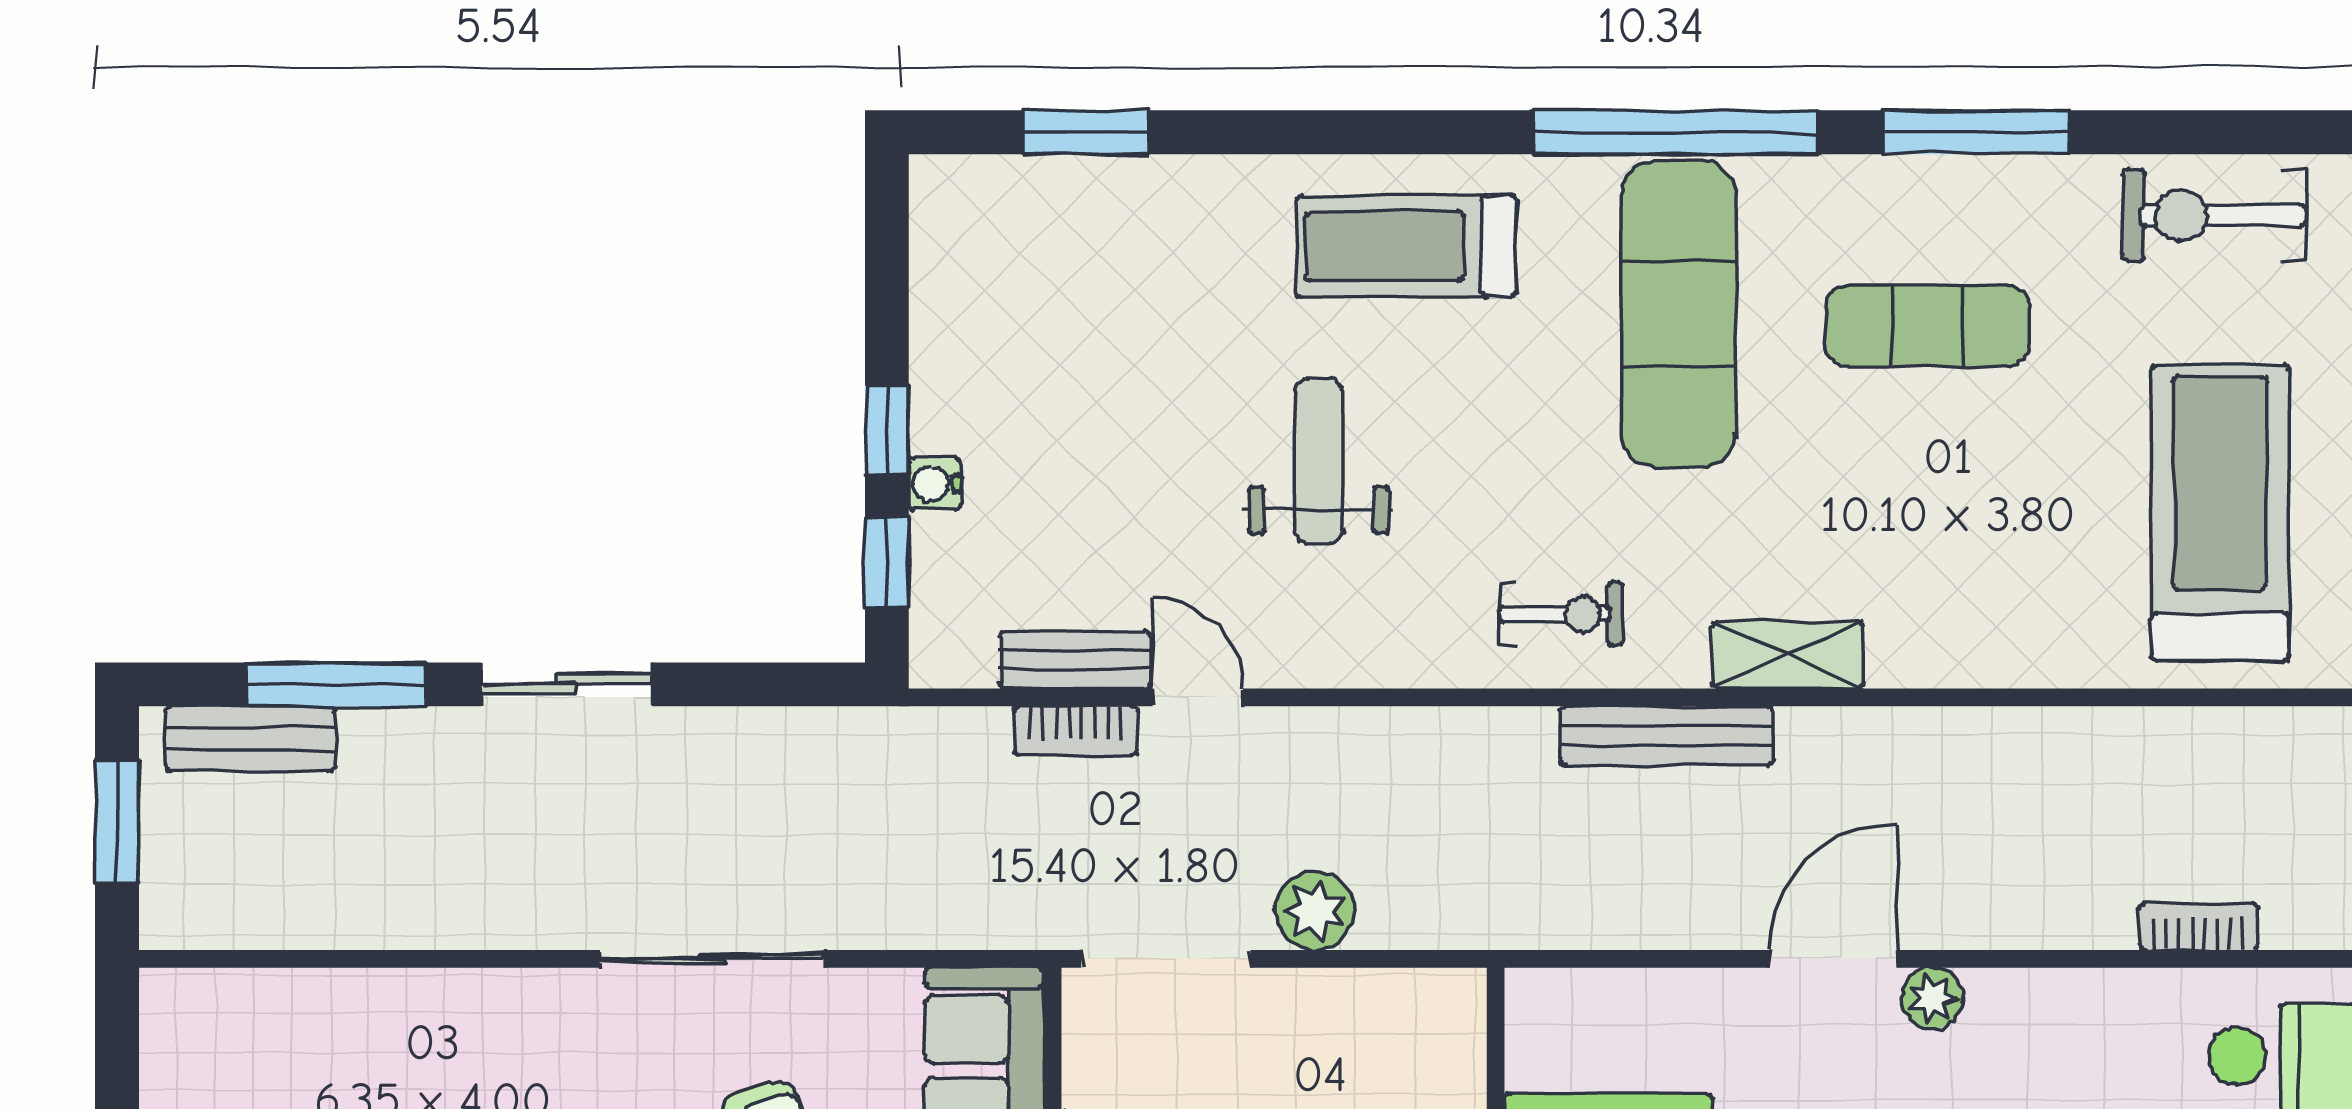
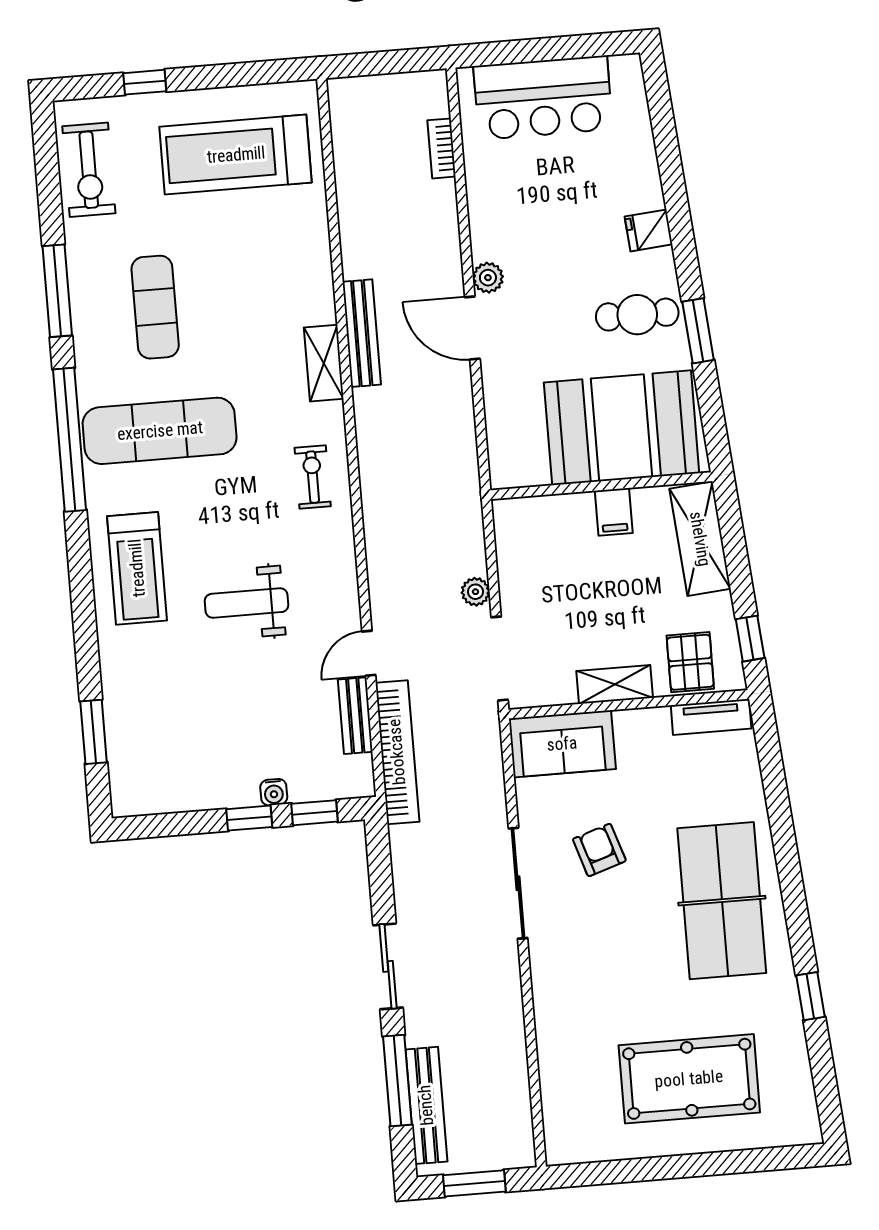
bookcase: (1076, 731) -> (397, 752), width x2.31, depth x1.31
bench: (1666, 736) -> (362, 333), moved
bench: (250, 739) -> (426, 1105), width x1.36
plant: (1314, 911) -> (475, 592), width x0.73, depth x0.73

